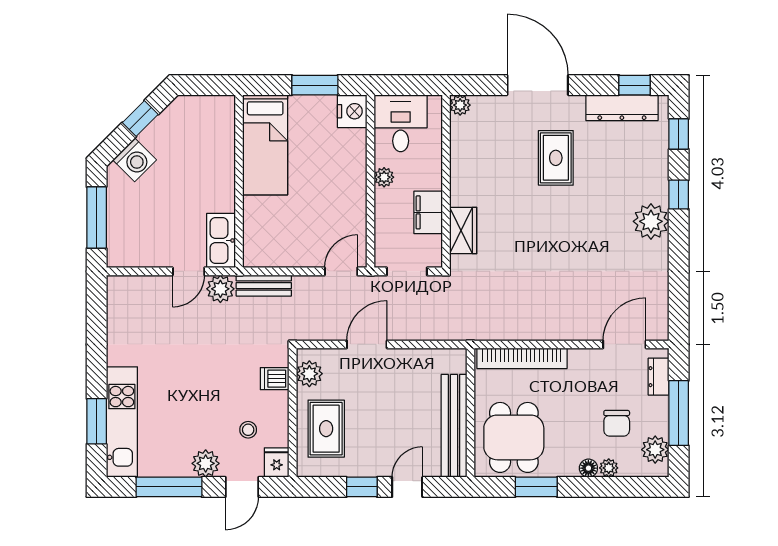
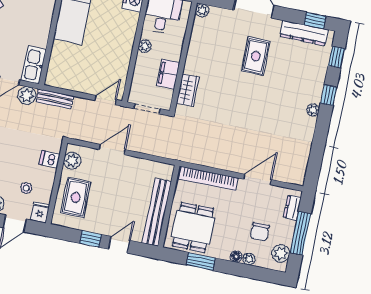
plant: (651, 221) -> (313, 110), width x0.53, depth x0.53
door: (624, 344) -> (257, 179), moved

